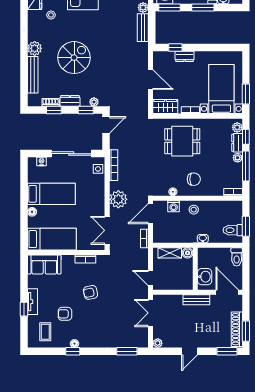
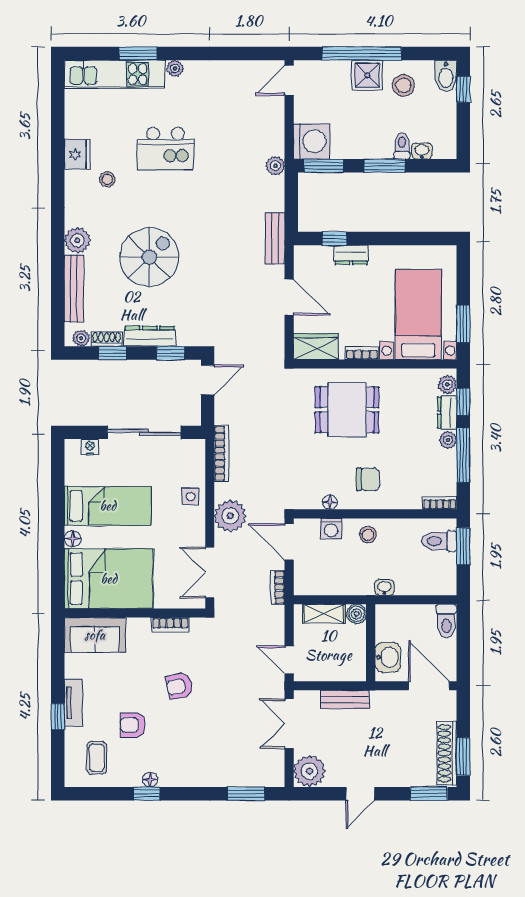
bench: (143, 28) -> (275, 238), moved
dresser: (70, 101) -> (150, 336), width x1.44
plant: (94, 102) -> (81, 338), moved
side table: (98, 169) -> (190, 496), moved
door: (151, 214) -> (289, 542), hinge flipped
window: (246, 226) -> (463, 546), moved
toilet: (233, 230) -> (439, 541), moved
bed: (52, 239) -> (109, 579), width x1.50
bench: (196, 300) -> (345, 699), moved
plant: (158, 343) -> (310, 771), width x1.88, depth x1.88

